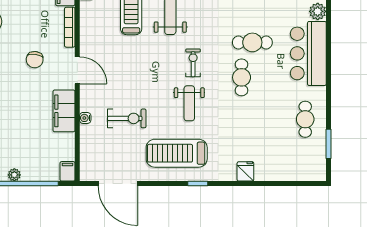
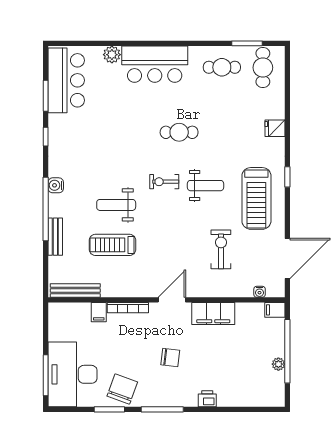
cafe table: (252, 42) -> (263, 68), moved
chair: (35, 60) -> (170, 358), moved
water cooler: (85, 118) -> (260, 292), moved

